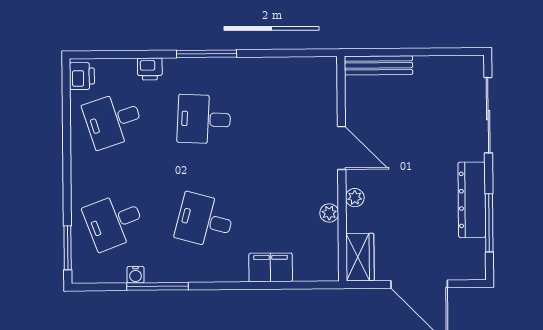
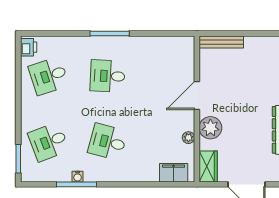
printer: (150, 69) -> (73, 43), removed
door: (342, 148) -> (197, 95), swing flipped
plant: (355, 198) -> (210, 128), width x1.87, depth x1.87
filing cabinet: (271, 267) -> (174, 173), moved
water cooler: (136, 275) -> (78, 177), moved

